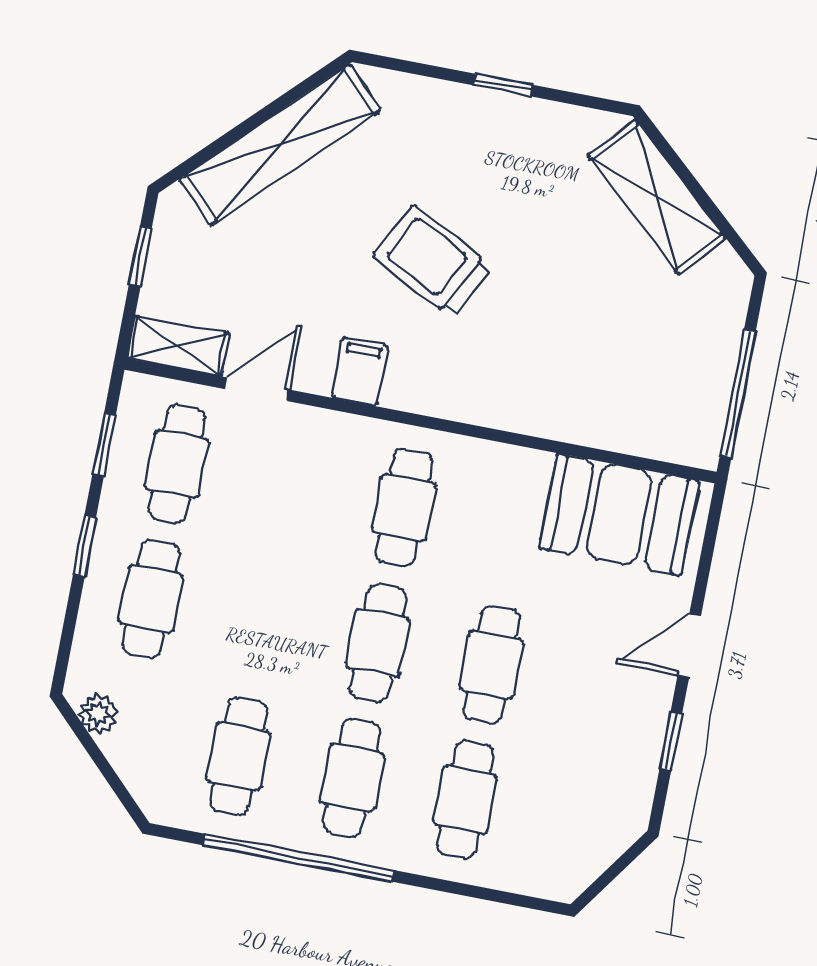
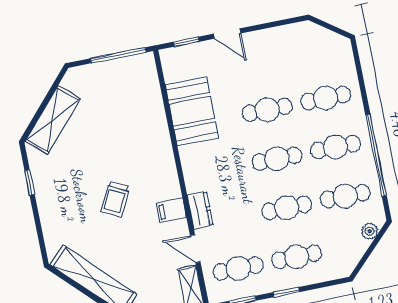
window: (503, 85) -> (30, 182), moved
trolley: (433, 261) -> (115, 199), width x0.73, depth x0.72
dresser: (335, 433) -> (200, 210), added
cafe table: (404, 508) -> (287, 208), moved
booth: (619, 515) -> (192, 111), moved
plant: (98, 714) -> (370, 231), moved
window: (671, 741) -> (186, 42), moved

